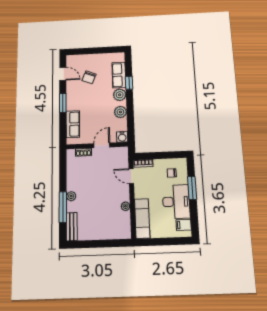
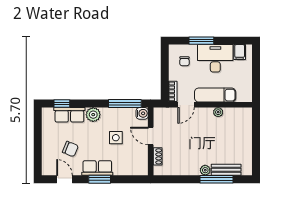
door: (63, 74) -> (64, 179), hinge flipped
window: (129, 83) -> (62, 104), moved
plant: (120, 112) -> (113, 114), removed
side table: (100, 115) -> (116, 138), added
window: (130, 121) -> (125, 104), added
row of seats: (73, 124) -> (97, 168), moved
exam couch: (142, 218) -> (215, 95), moved
bench: (72, 227) -> (226, 170), moved

